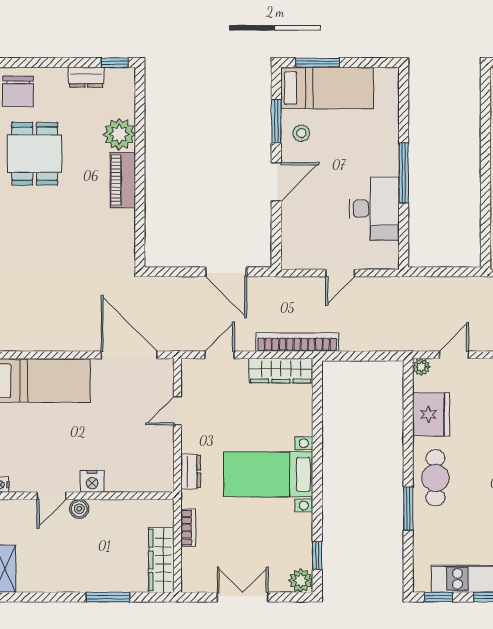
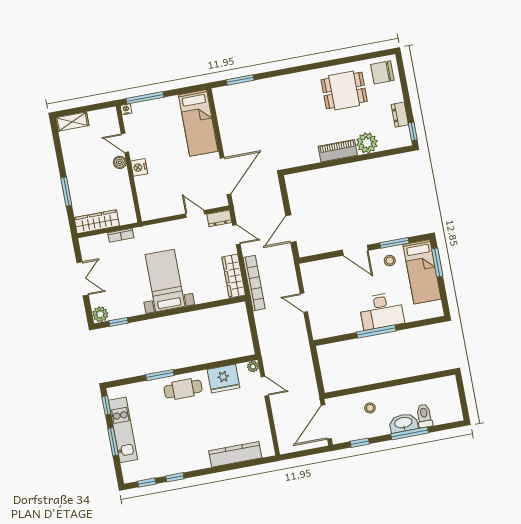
desk: (374, 209) -> (382, 311), moved
dresser: (191, 472) -> (219, 218), moved

